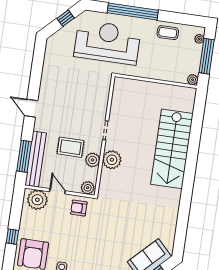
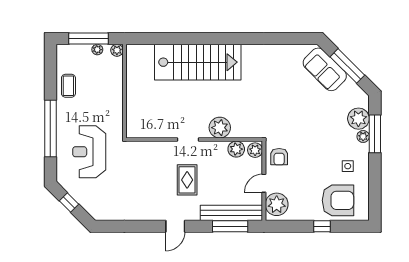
plant: (199, 39) -> (97, 50), moved
reception desk: (107, 42) -> (89, 152), width x0.74, depth x0.77
rug: (71, 147) -> (187, 180), moved
plant: (93, 160) -> (236, 149), moved

